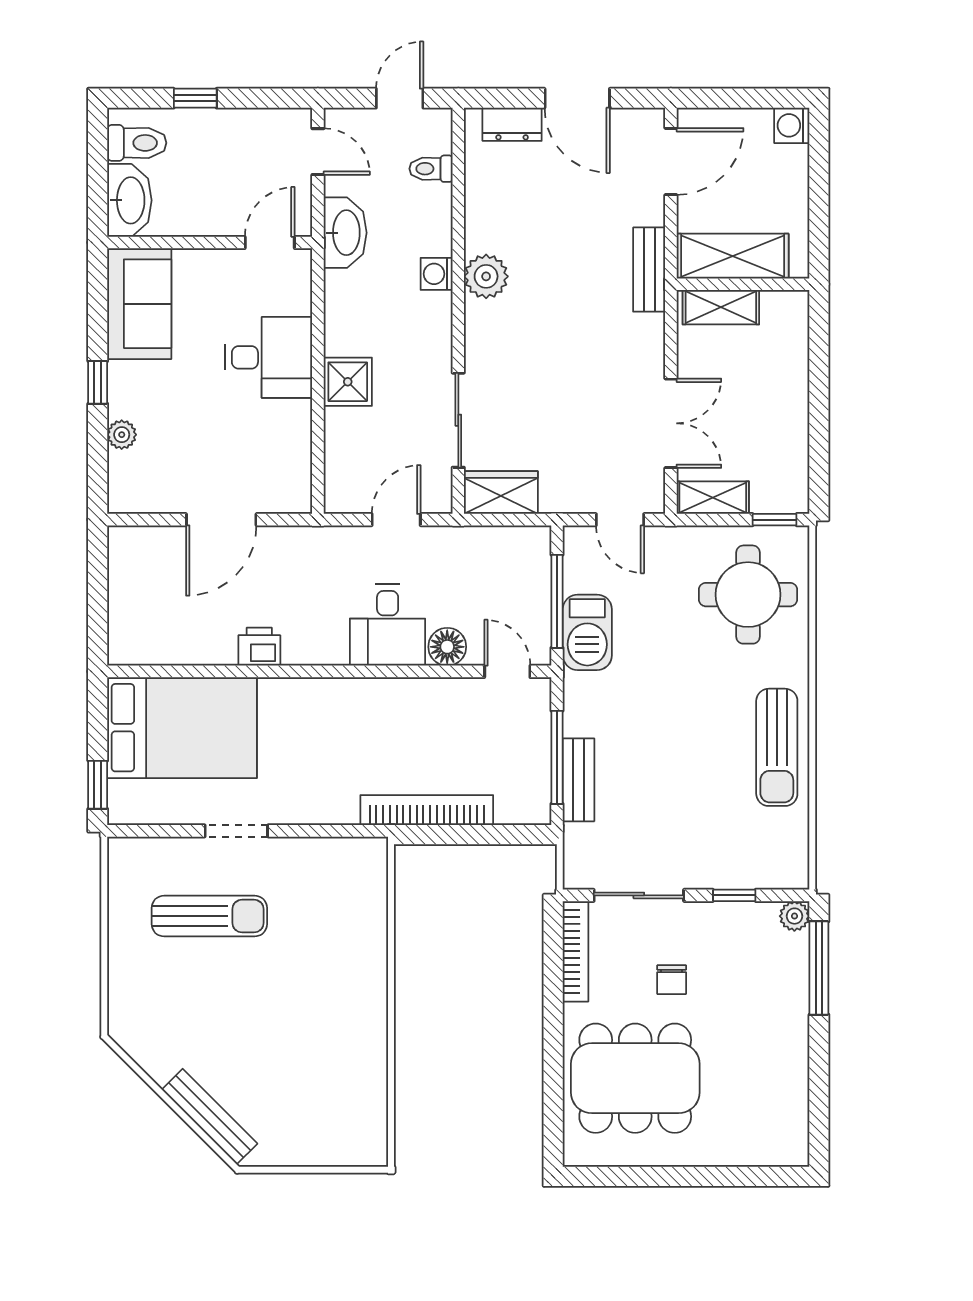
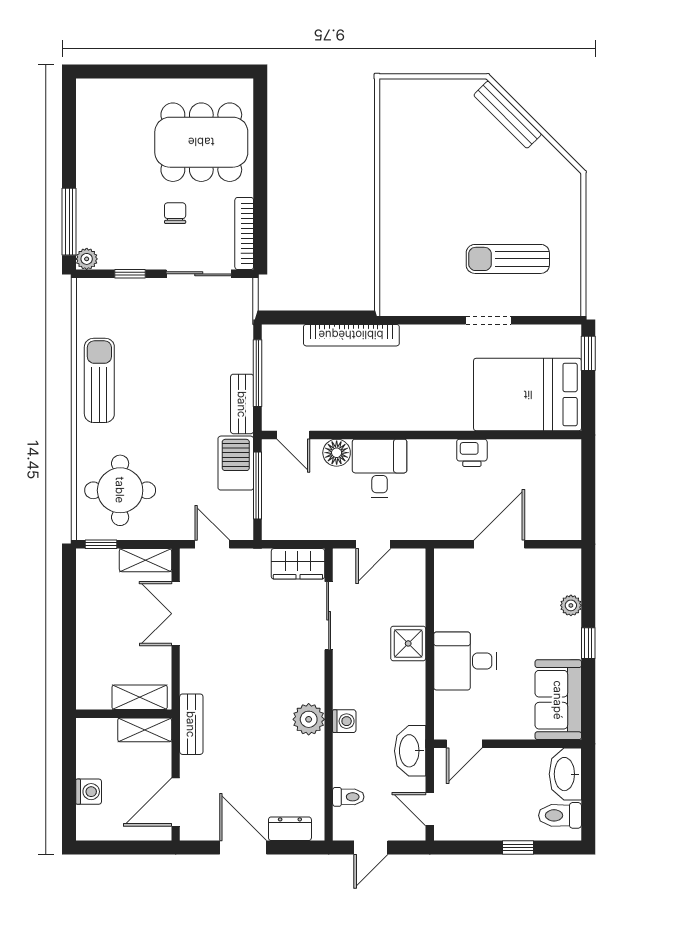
washing machine: (792, 125) -> (89, 792), moved
shelving: (733, 256) -> (145, 730), width x0.67, depth x0.75
bench: (579, 780) -> (242, 404), moved

